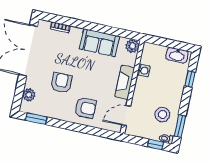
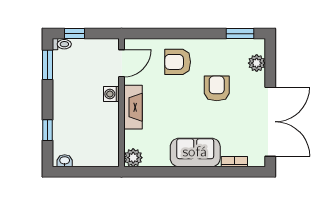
sofa: (99, 43) -> (195, 152), moved
washbasin: (177, 55) -> (65, 161), width x0.52, depth x0.69
washing machine: (144, 70) -> (111, 94), moved
armchair: (61, 83) -> (217, 88), turned 180
stool: (162, 115) -> (74, 75), removed

